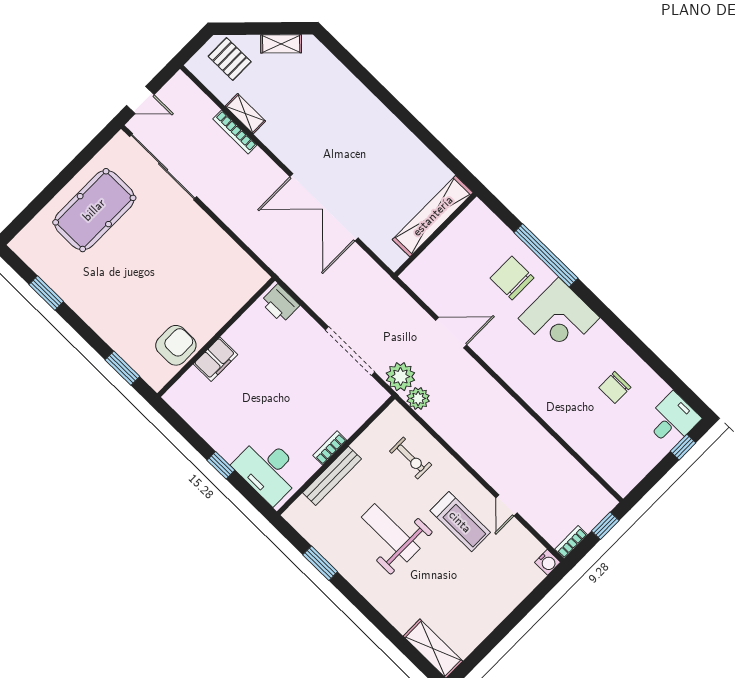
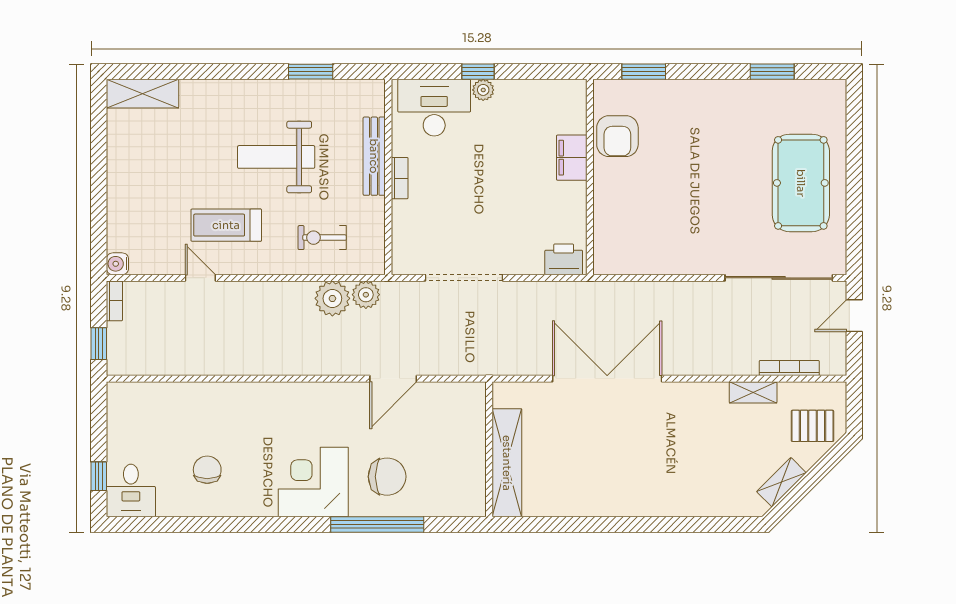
bookcase: (235, 132) -> (789, 368), moved
plant: (400, 377) -> (332, 298), moved
plant: (229, 451) -> (483, 90), added
weight bench: (391, 533) -> (276, 157), turned 180

